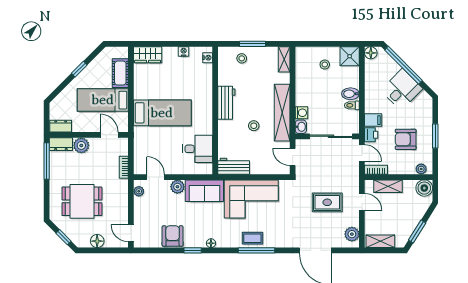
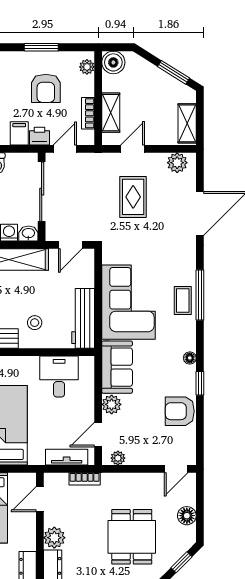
stool: (254, 126) -> (35, 323), moved
tv unit: (139, 154) -> (67, 457), added
workbench: (234, 166) -> (83, 318), width x1.38
bookcase: (376, 170) -> (88, 113), moved

